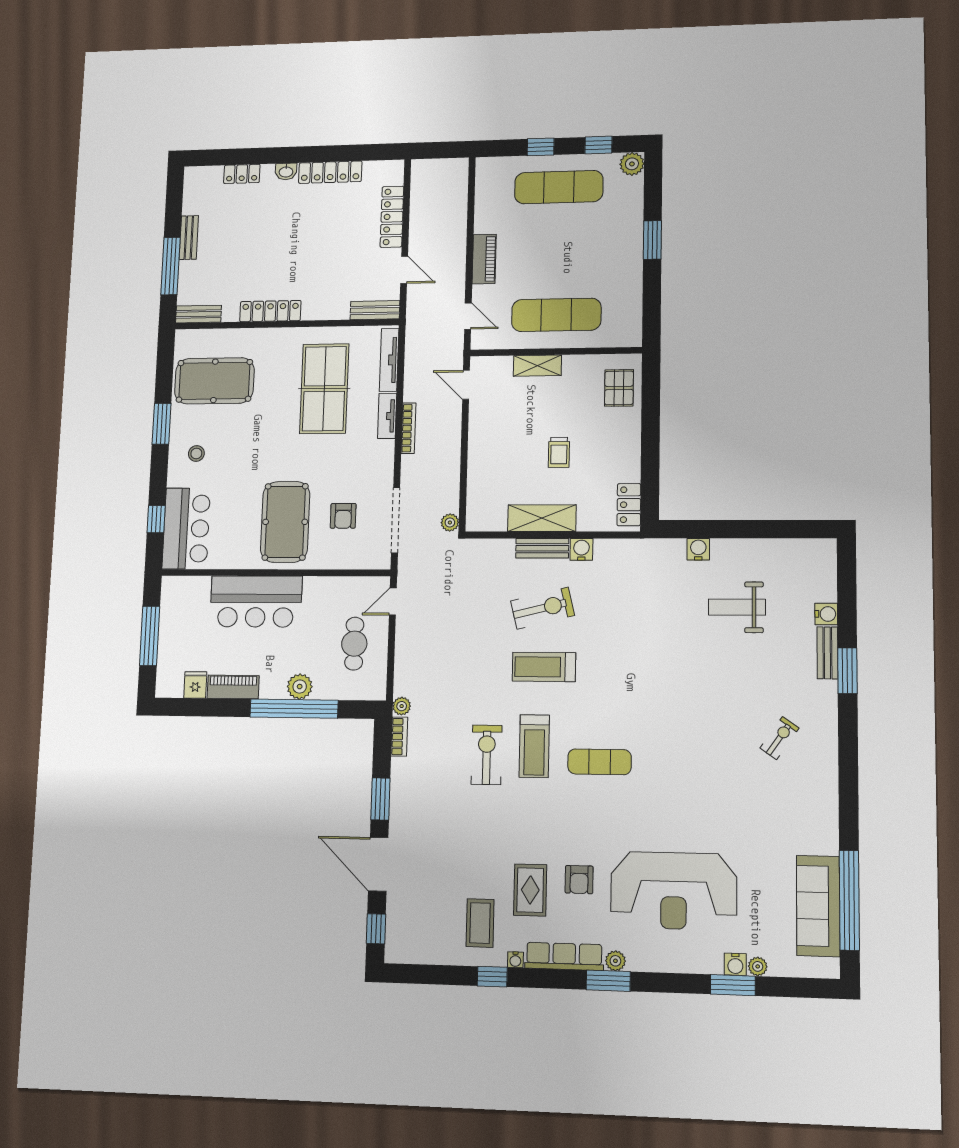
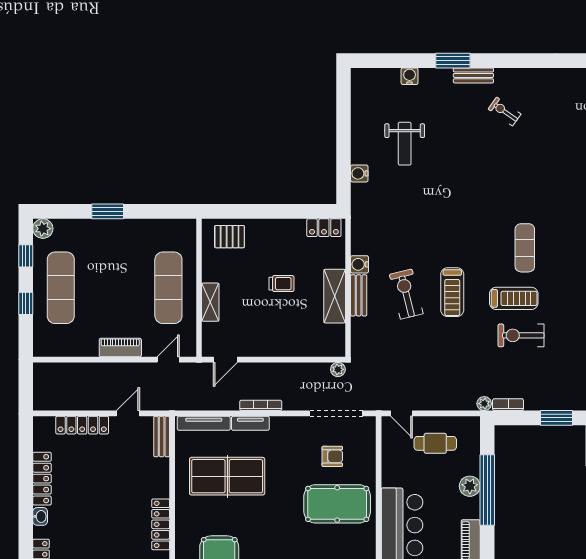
bench: (827, 653) -> (473, 75), moved

